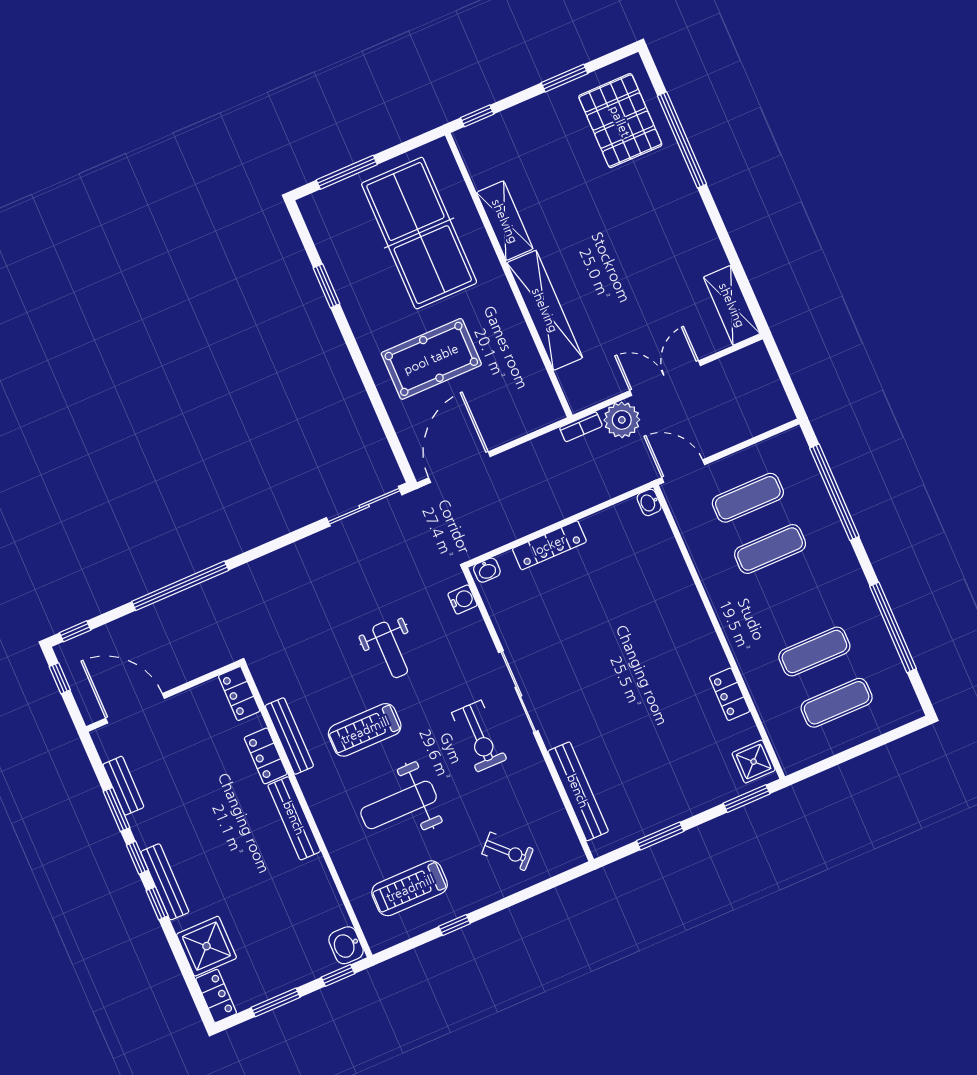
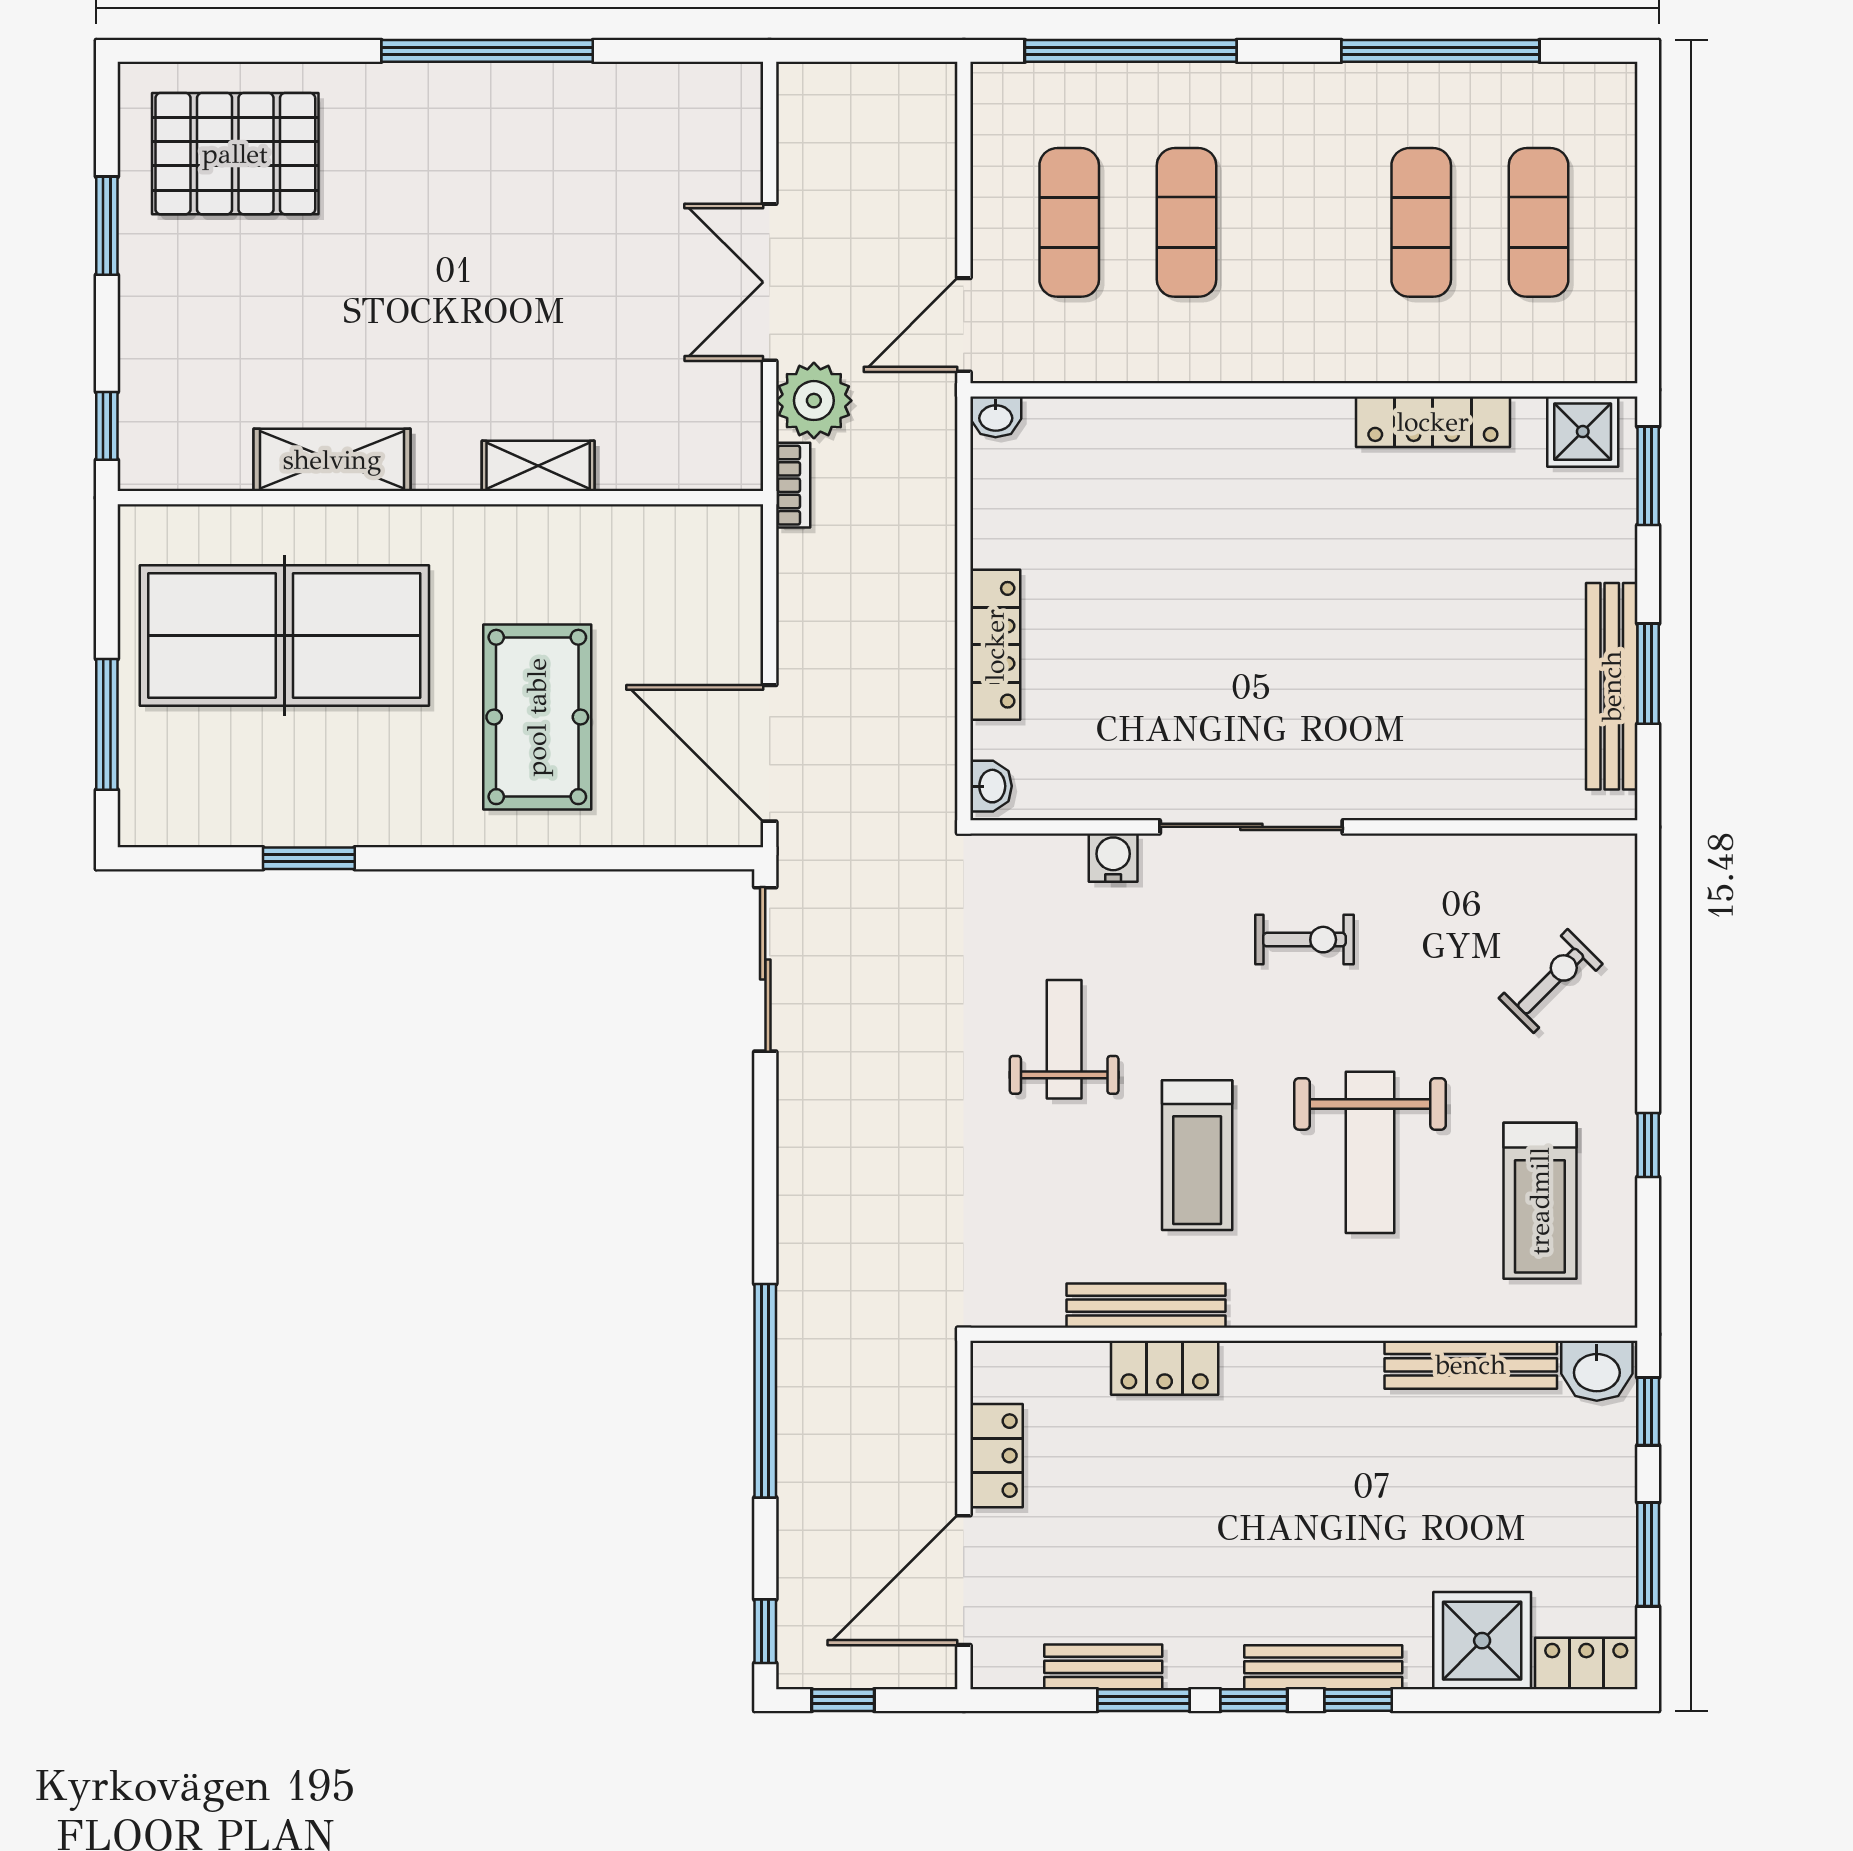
window: (682, 140) -> (487, 51), moved
shelving: (732, 305) -> (685, 93), removed
shelving: (545, 310) -> (538, 466), width x0.45, depth x0.75
water cooler: (462, 600) -> (1113, 858), moved
weight bench: (390, 650) -> (1064, 1039), turned -90
locker: (239, 694) -> (997, 1456), moved, turned -90
locker: (730, 694) -> (1433, 422), width x1.53
exercise bike: (479, 736) -> (1304, 940), width x0.73, depth x0.72
bench: (578, 791) -> (1612, 686), moved, turned 90
bench: (294, 818) -> (1471, 1365), moved

